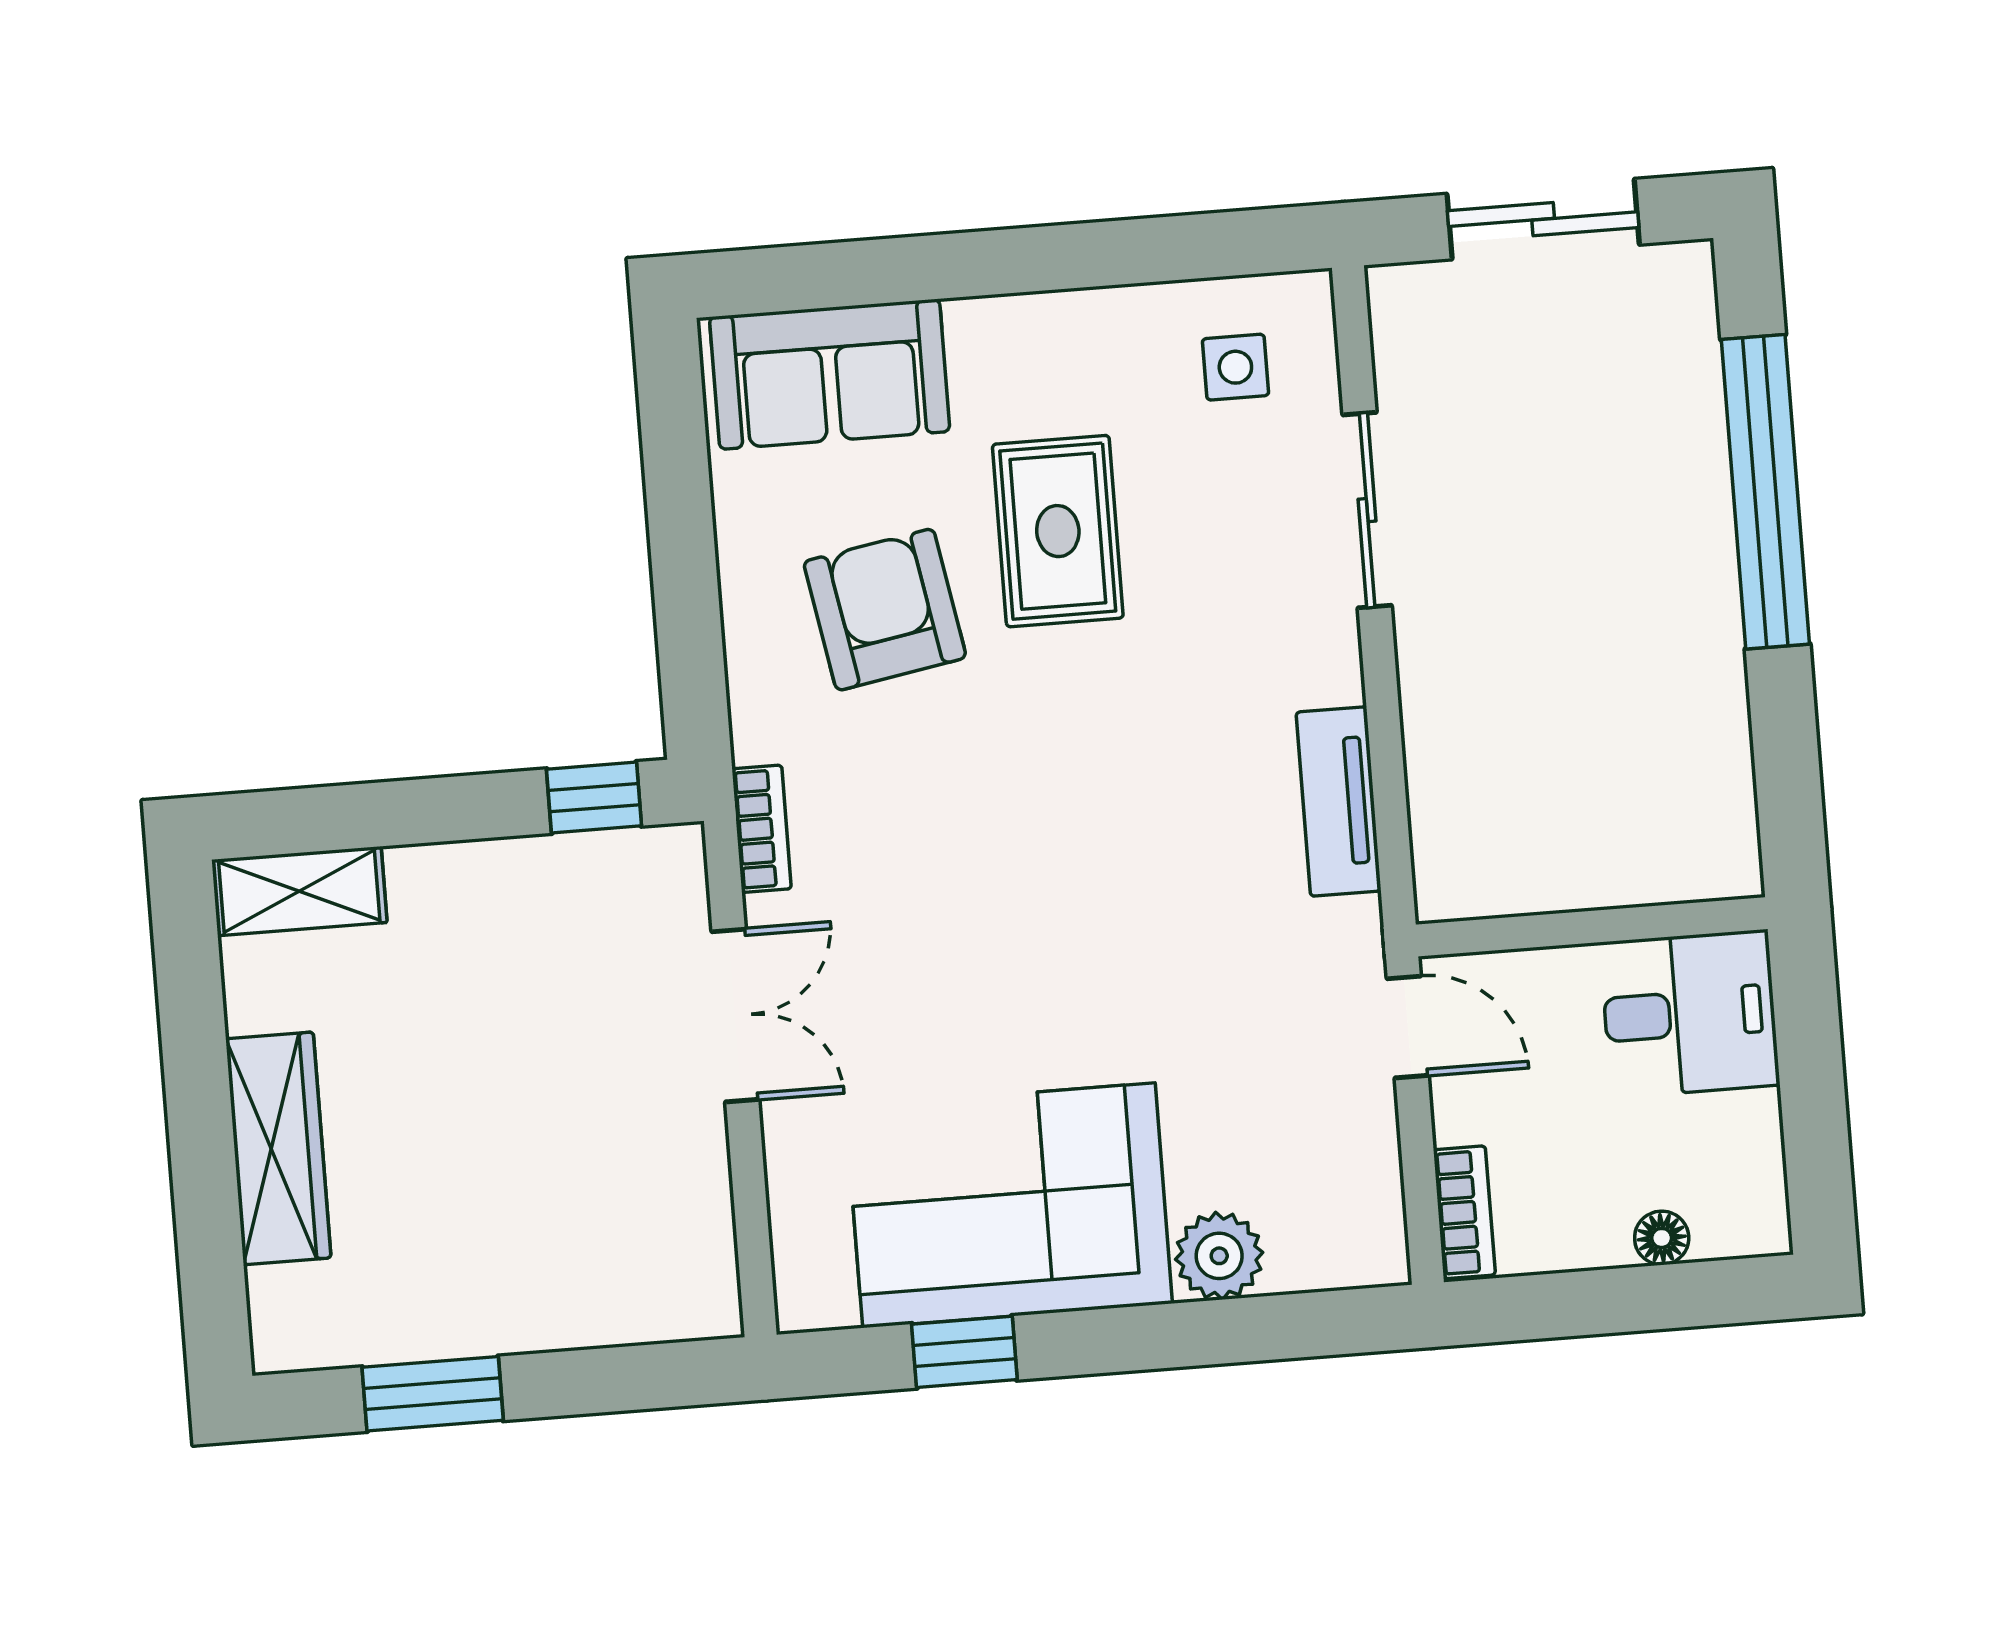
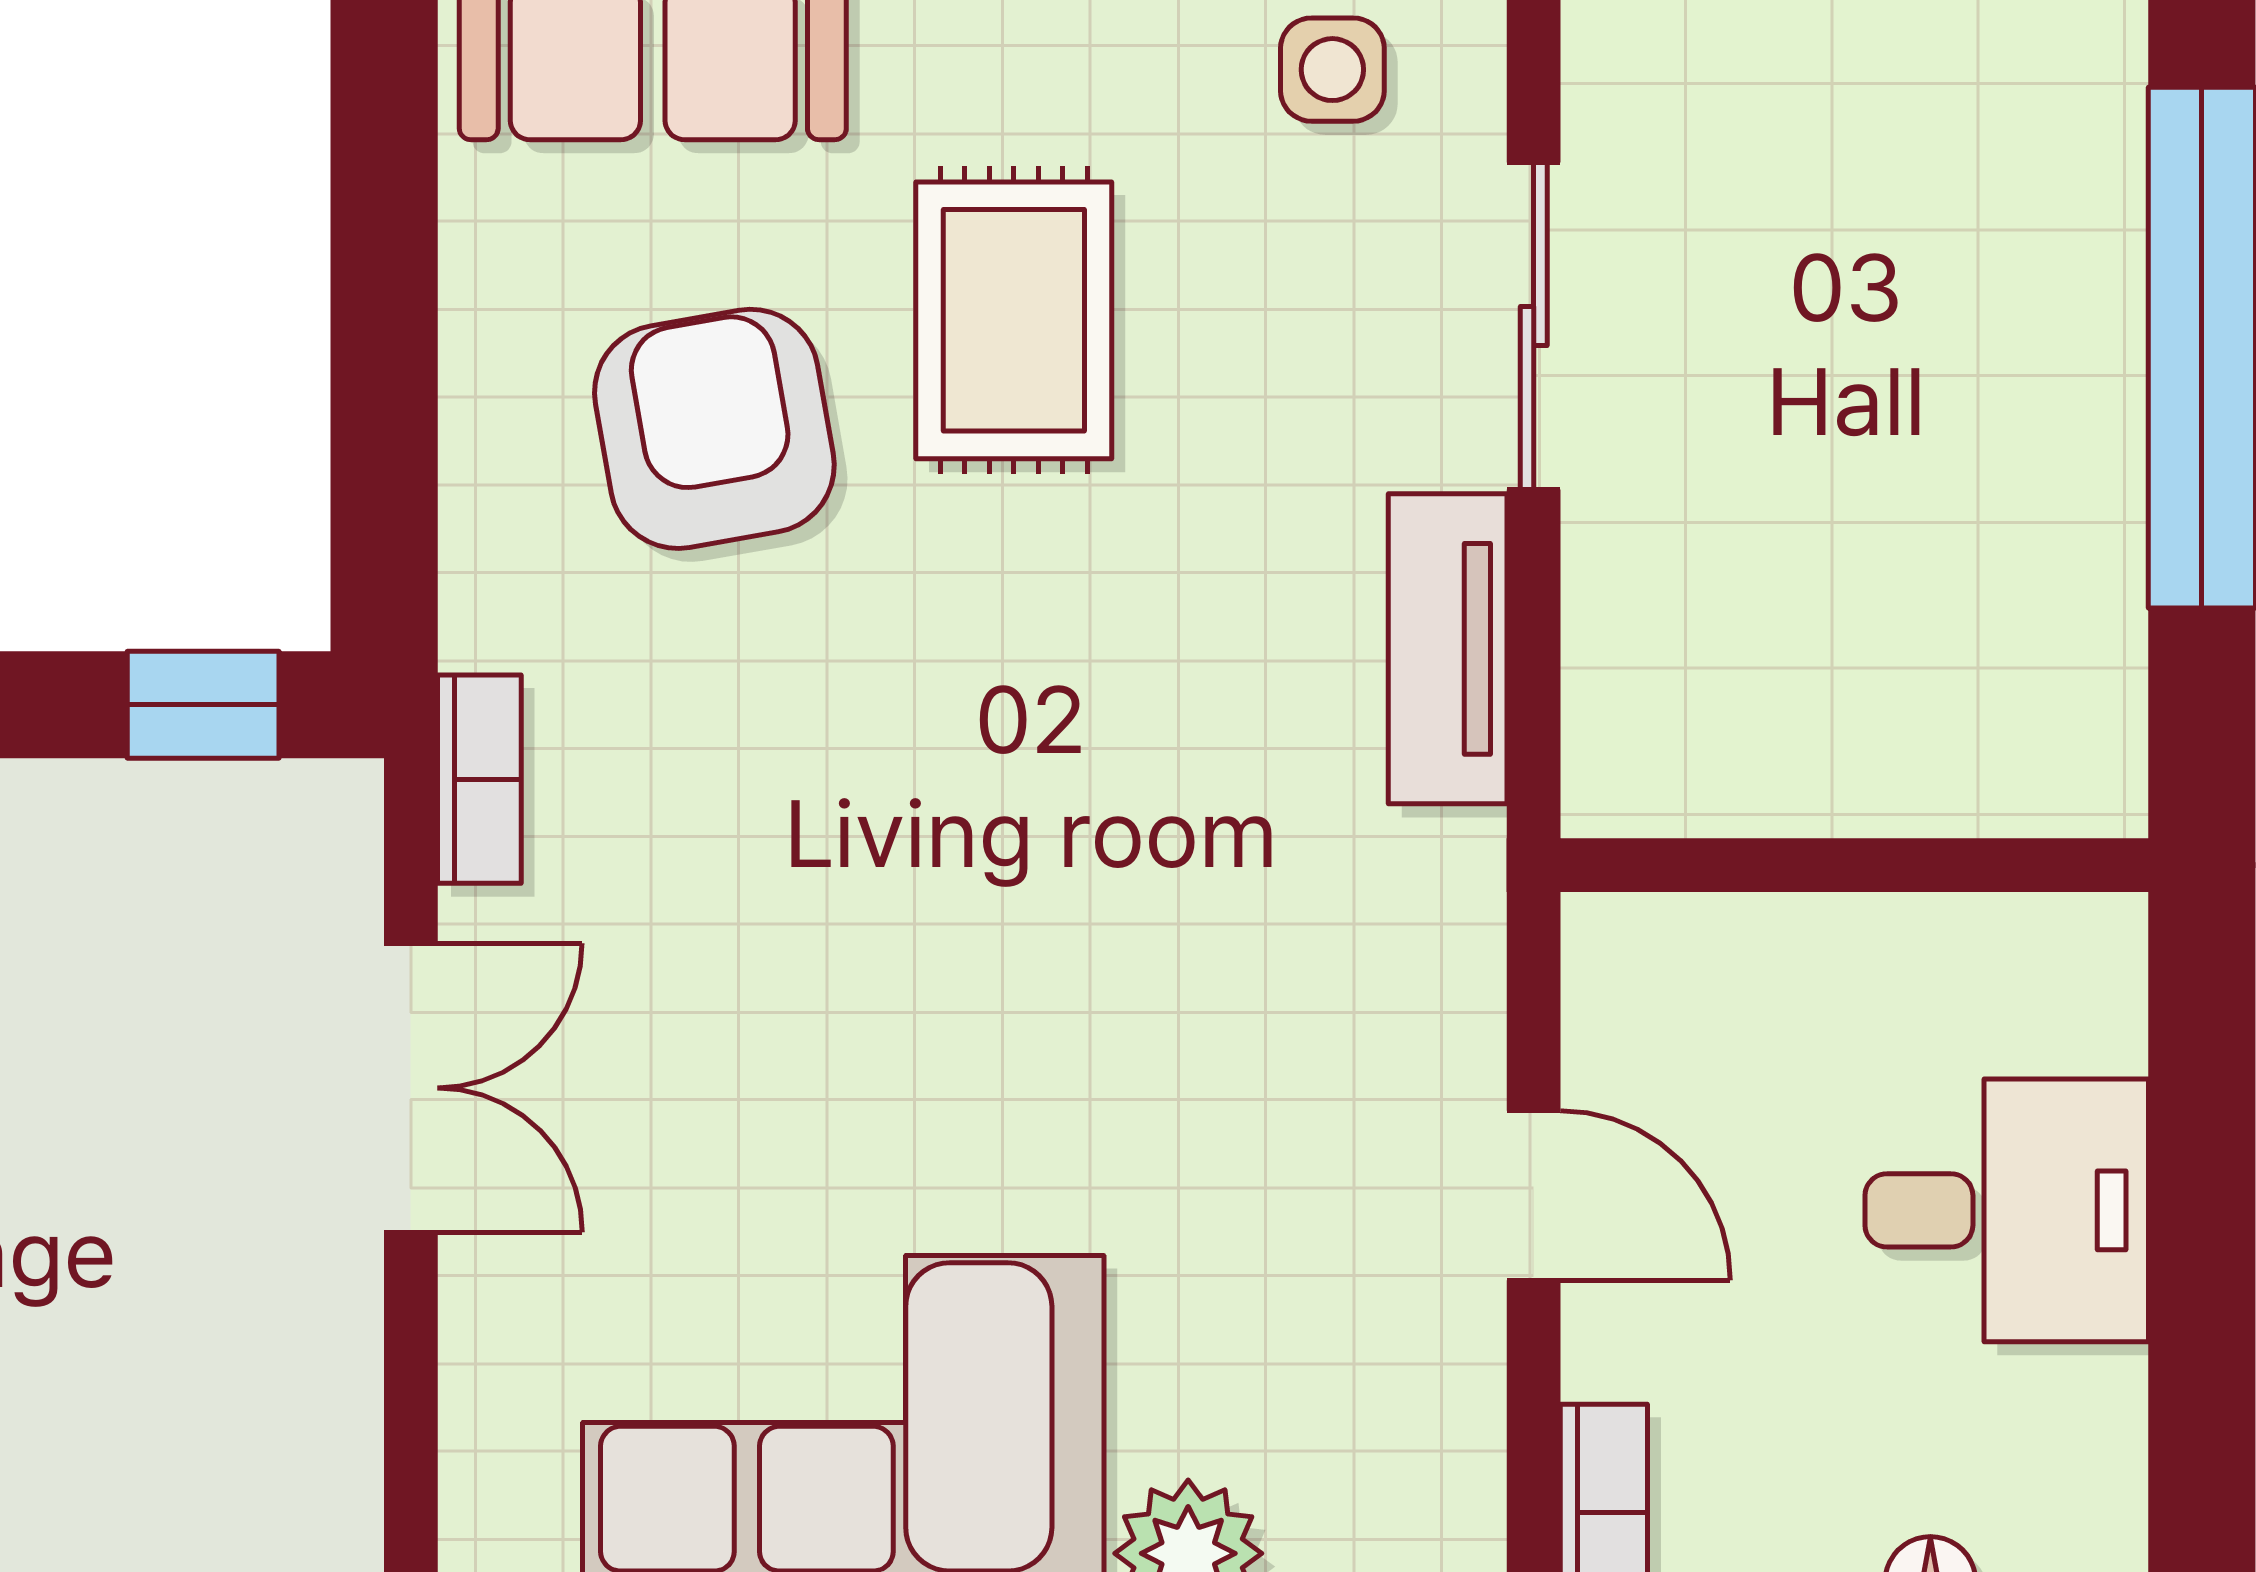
tv unit: (1339, 801) -> (1448, 649), moved
wall: (1592, 927) -> (1854, 865), moved

